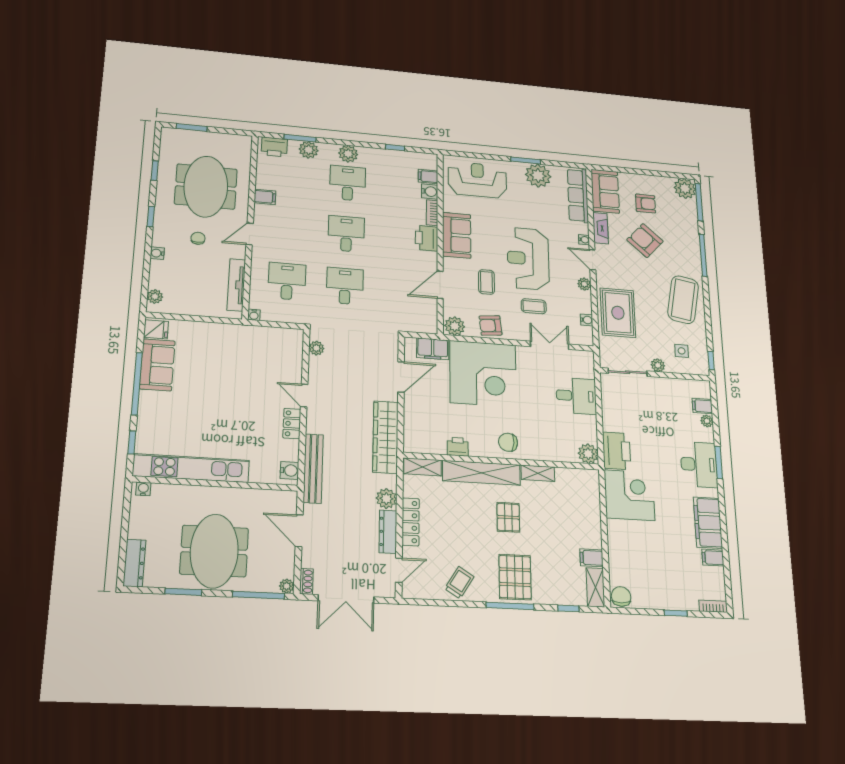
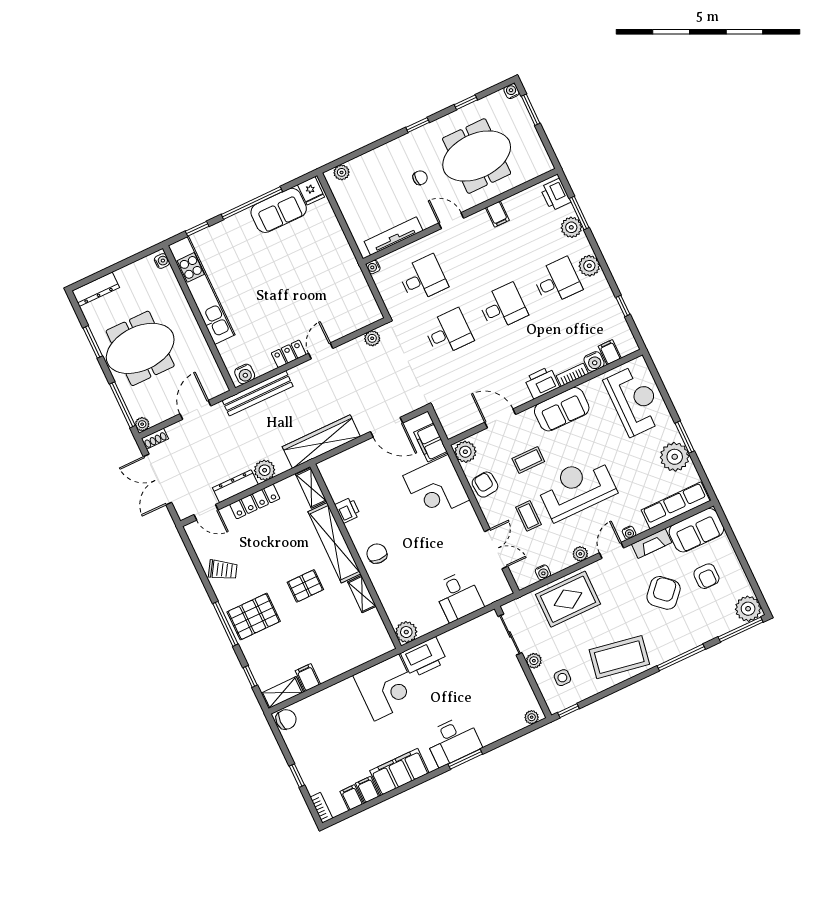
water cooler: (157, 253) -> (511, 91), moved
corner desk: (483, 374) -> (436, 488), width x0.74, depth x0.74
filing cabinet: (702, 406) -> (352, 798), moved
plant: (707, 421) -> (532, 717), moved

